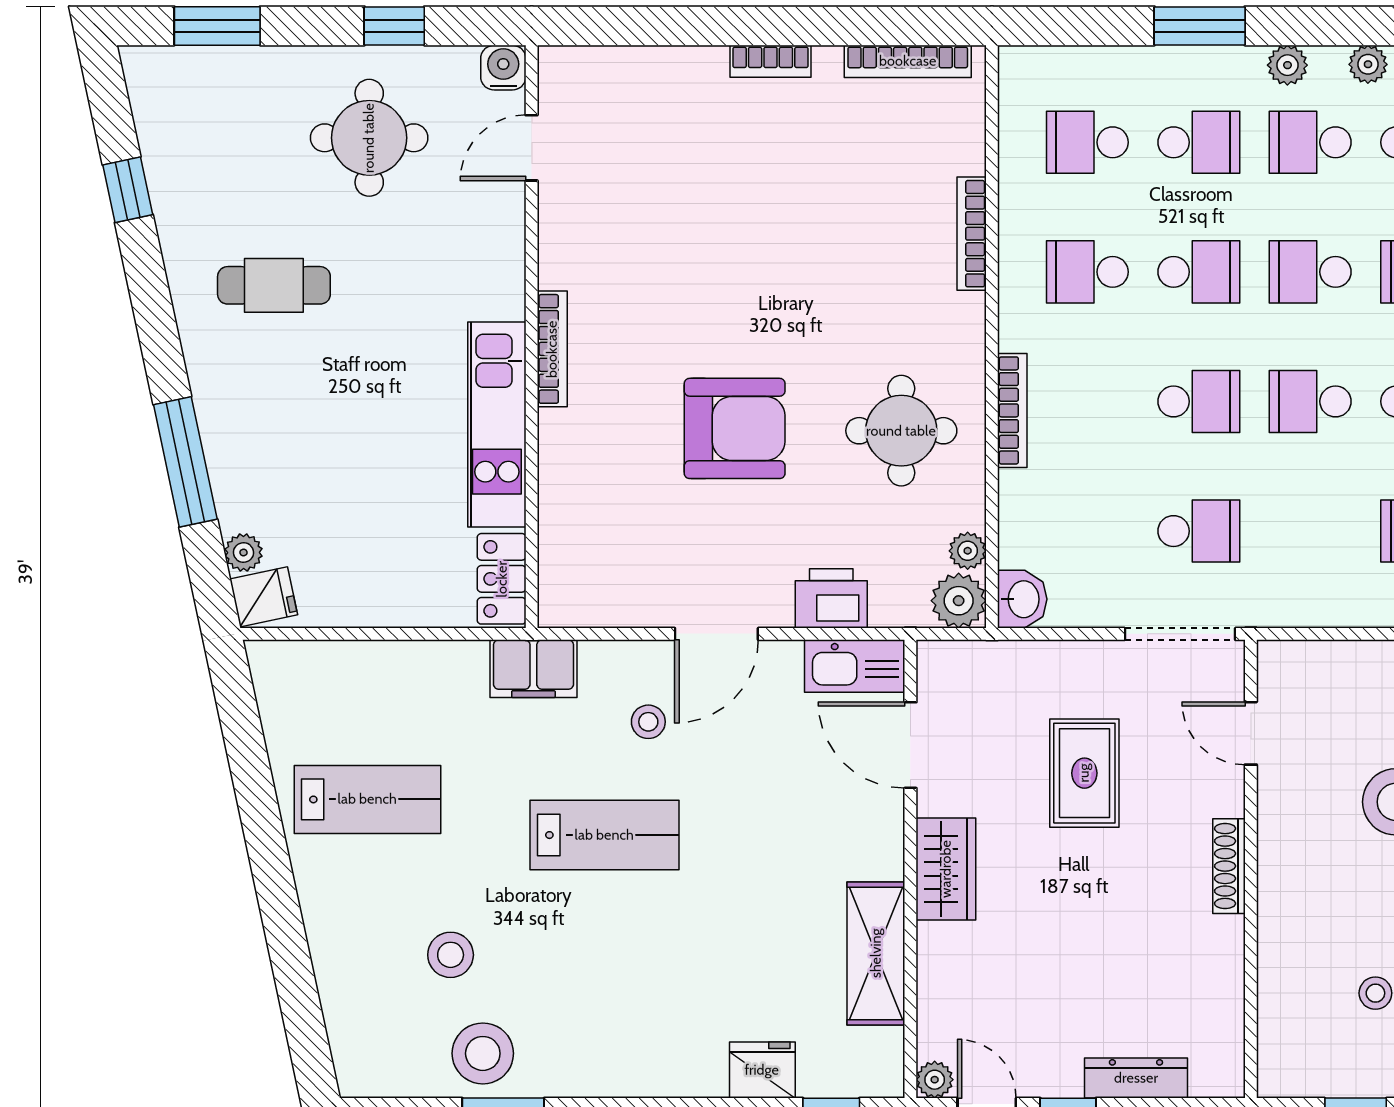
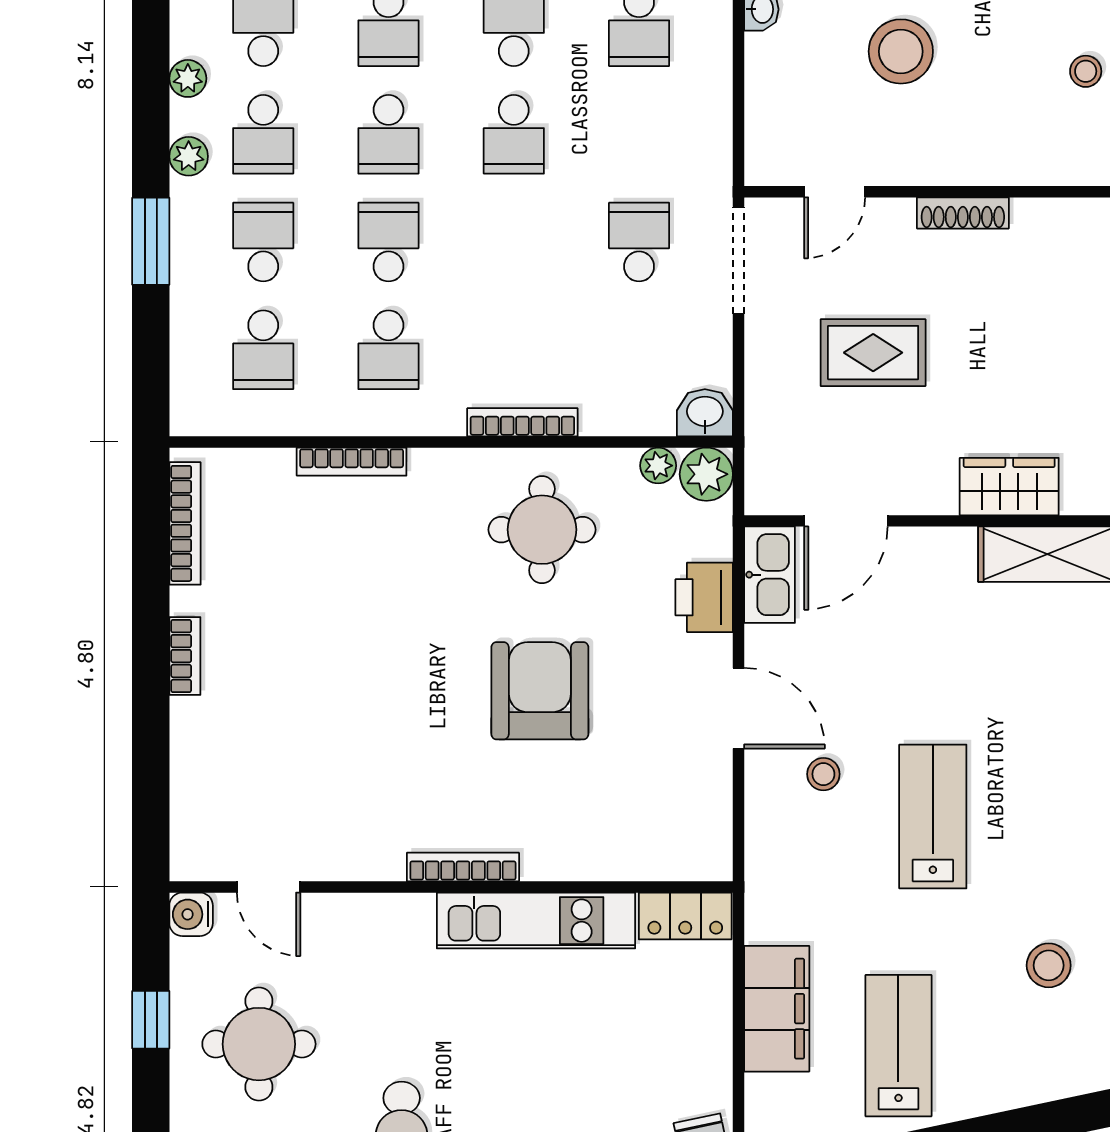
school desk: (1199, 401) -> (514, 242), removed
filing cabinet: (533, 669) -> (777, 1009), moved, width x1.50, depth x1.17
wardrobe: (946, 869) -> (1009, 487), moved

